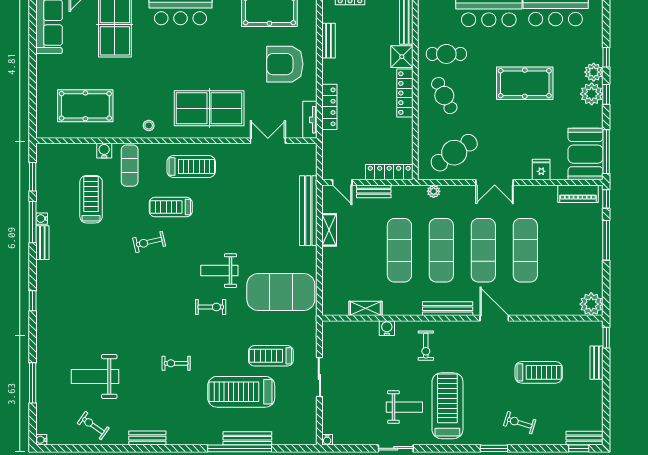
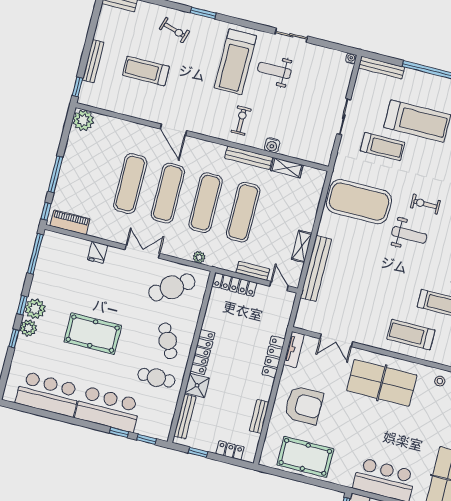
booth: (586, 154) -> (54, 256), removed
bench: (448, 309) -> (249, 158), moved
bench: (597, 363) -> (93, 61), width x1.36
bench: (247, 438) -> (382, 68), moved

